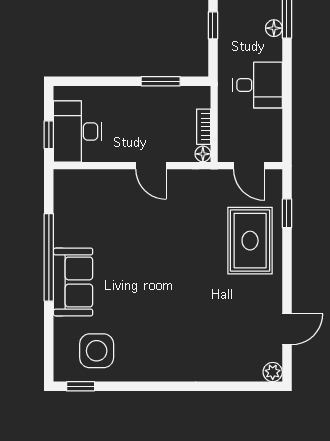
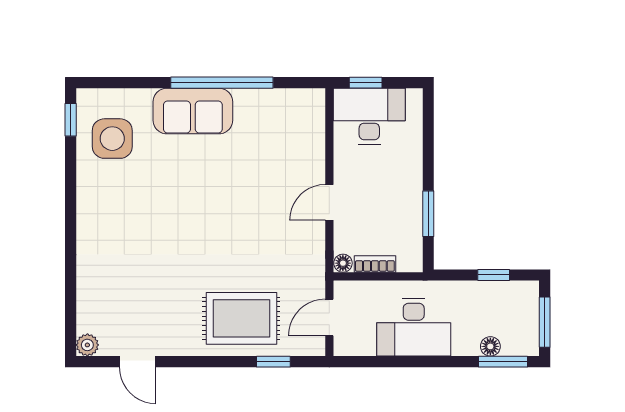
desk: (258, 85) -> (414, 327), width x1.37

